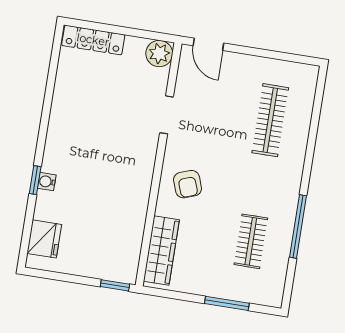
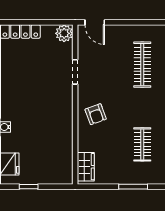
wardrobe: (161, 251) -> (86, 167), width x0.67
window: (115, 285) -> (29, 187), moved

